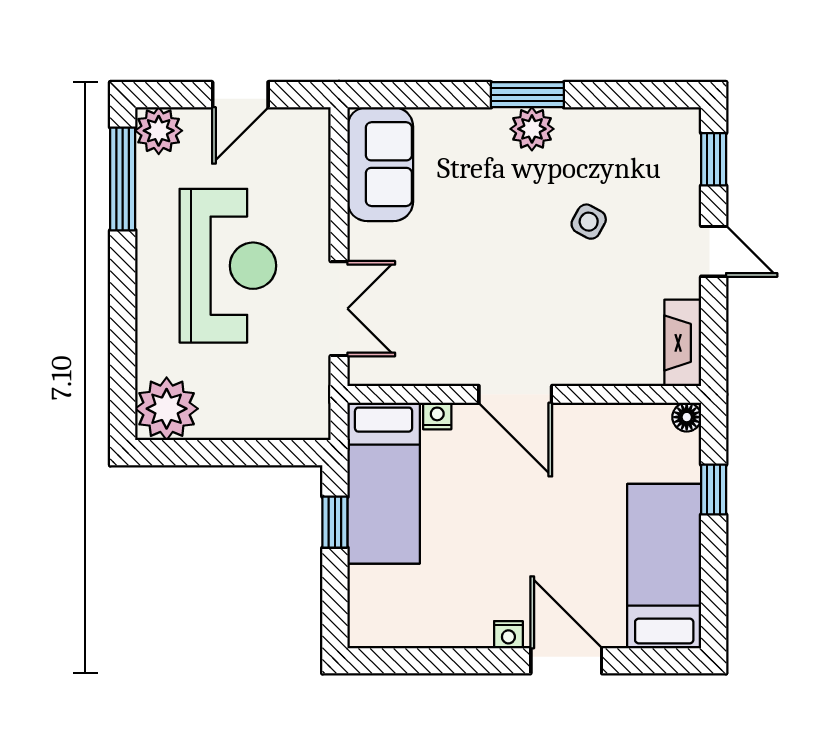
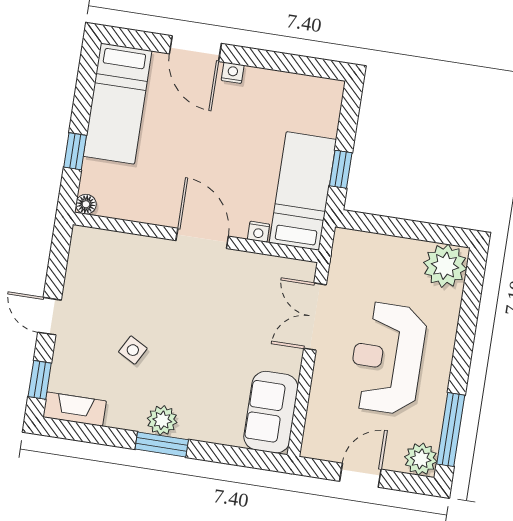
fireplace: (683, 343) -> (75, 409), moved, turned -90

